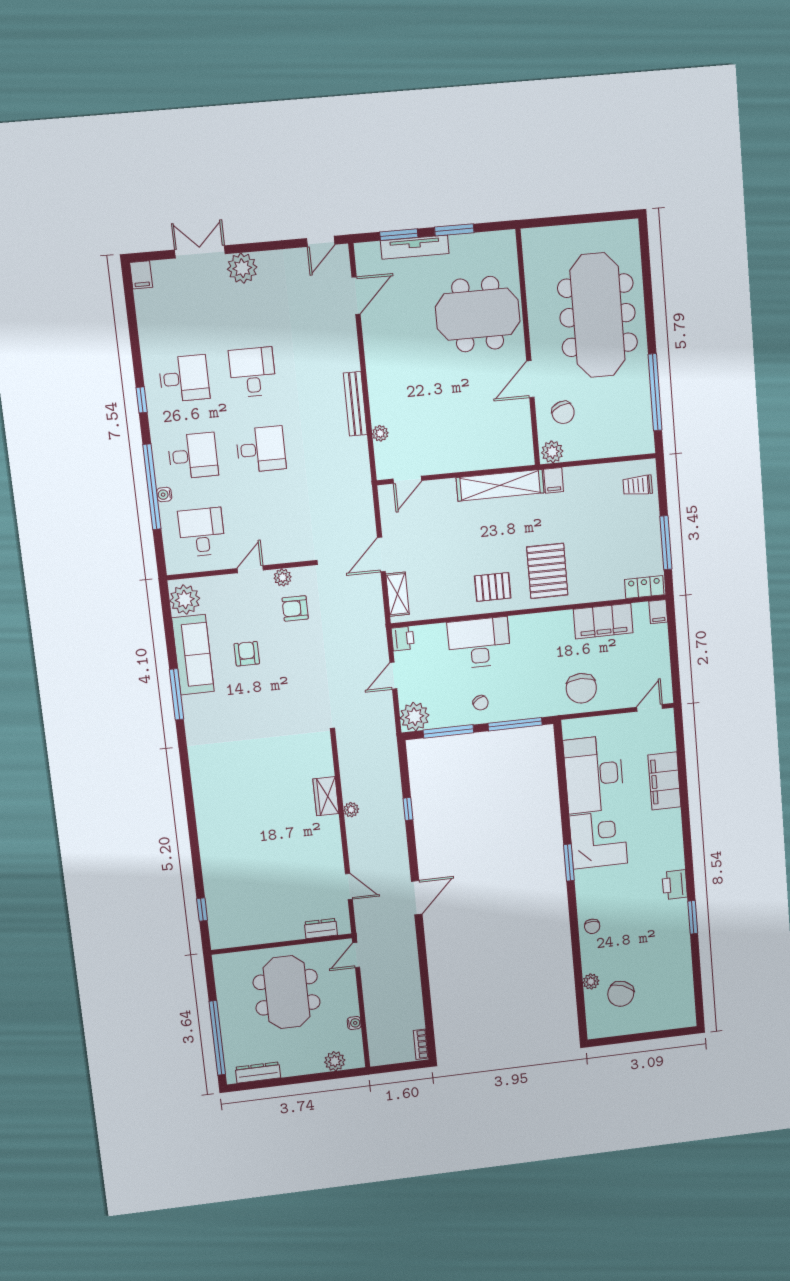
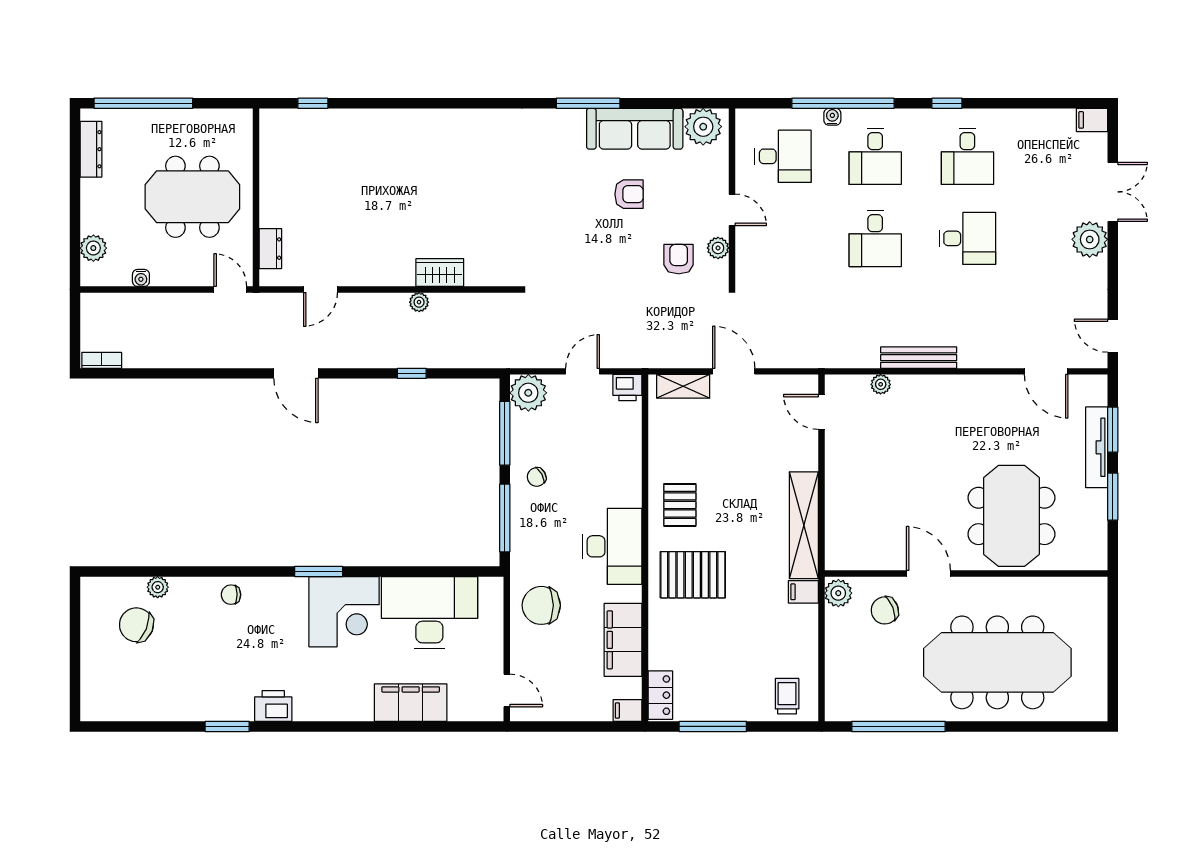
desk: (479, 643) -> (612, 546), moved
door: (393, 676) -> (582, 371), hinge flipped

